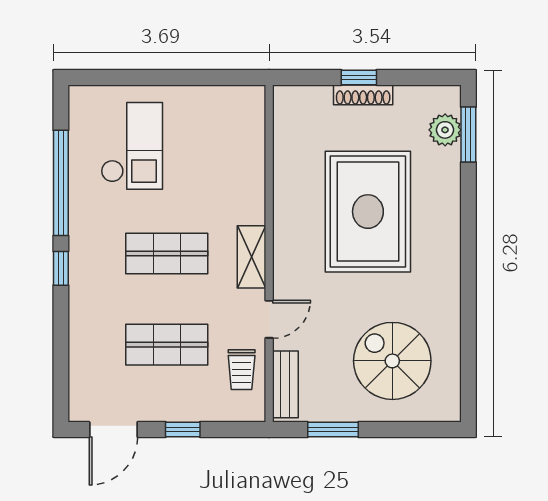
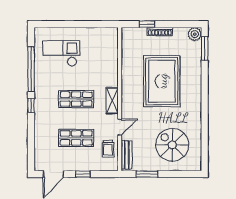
window: (359, 77) -> (147, 24), moved
plant: (445, 130) -> (195, 34), moved
checkout: (132, 146) -> (61, 53), turned -90

